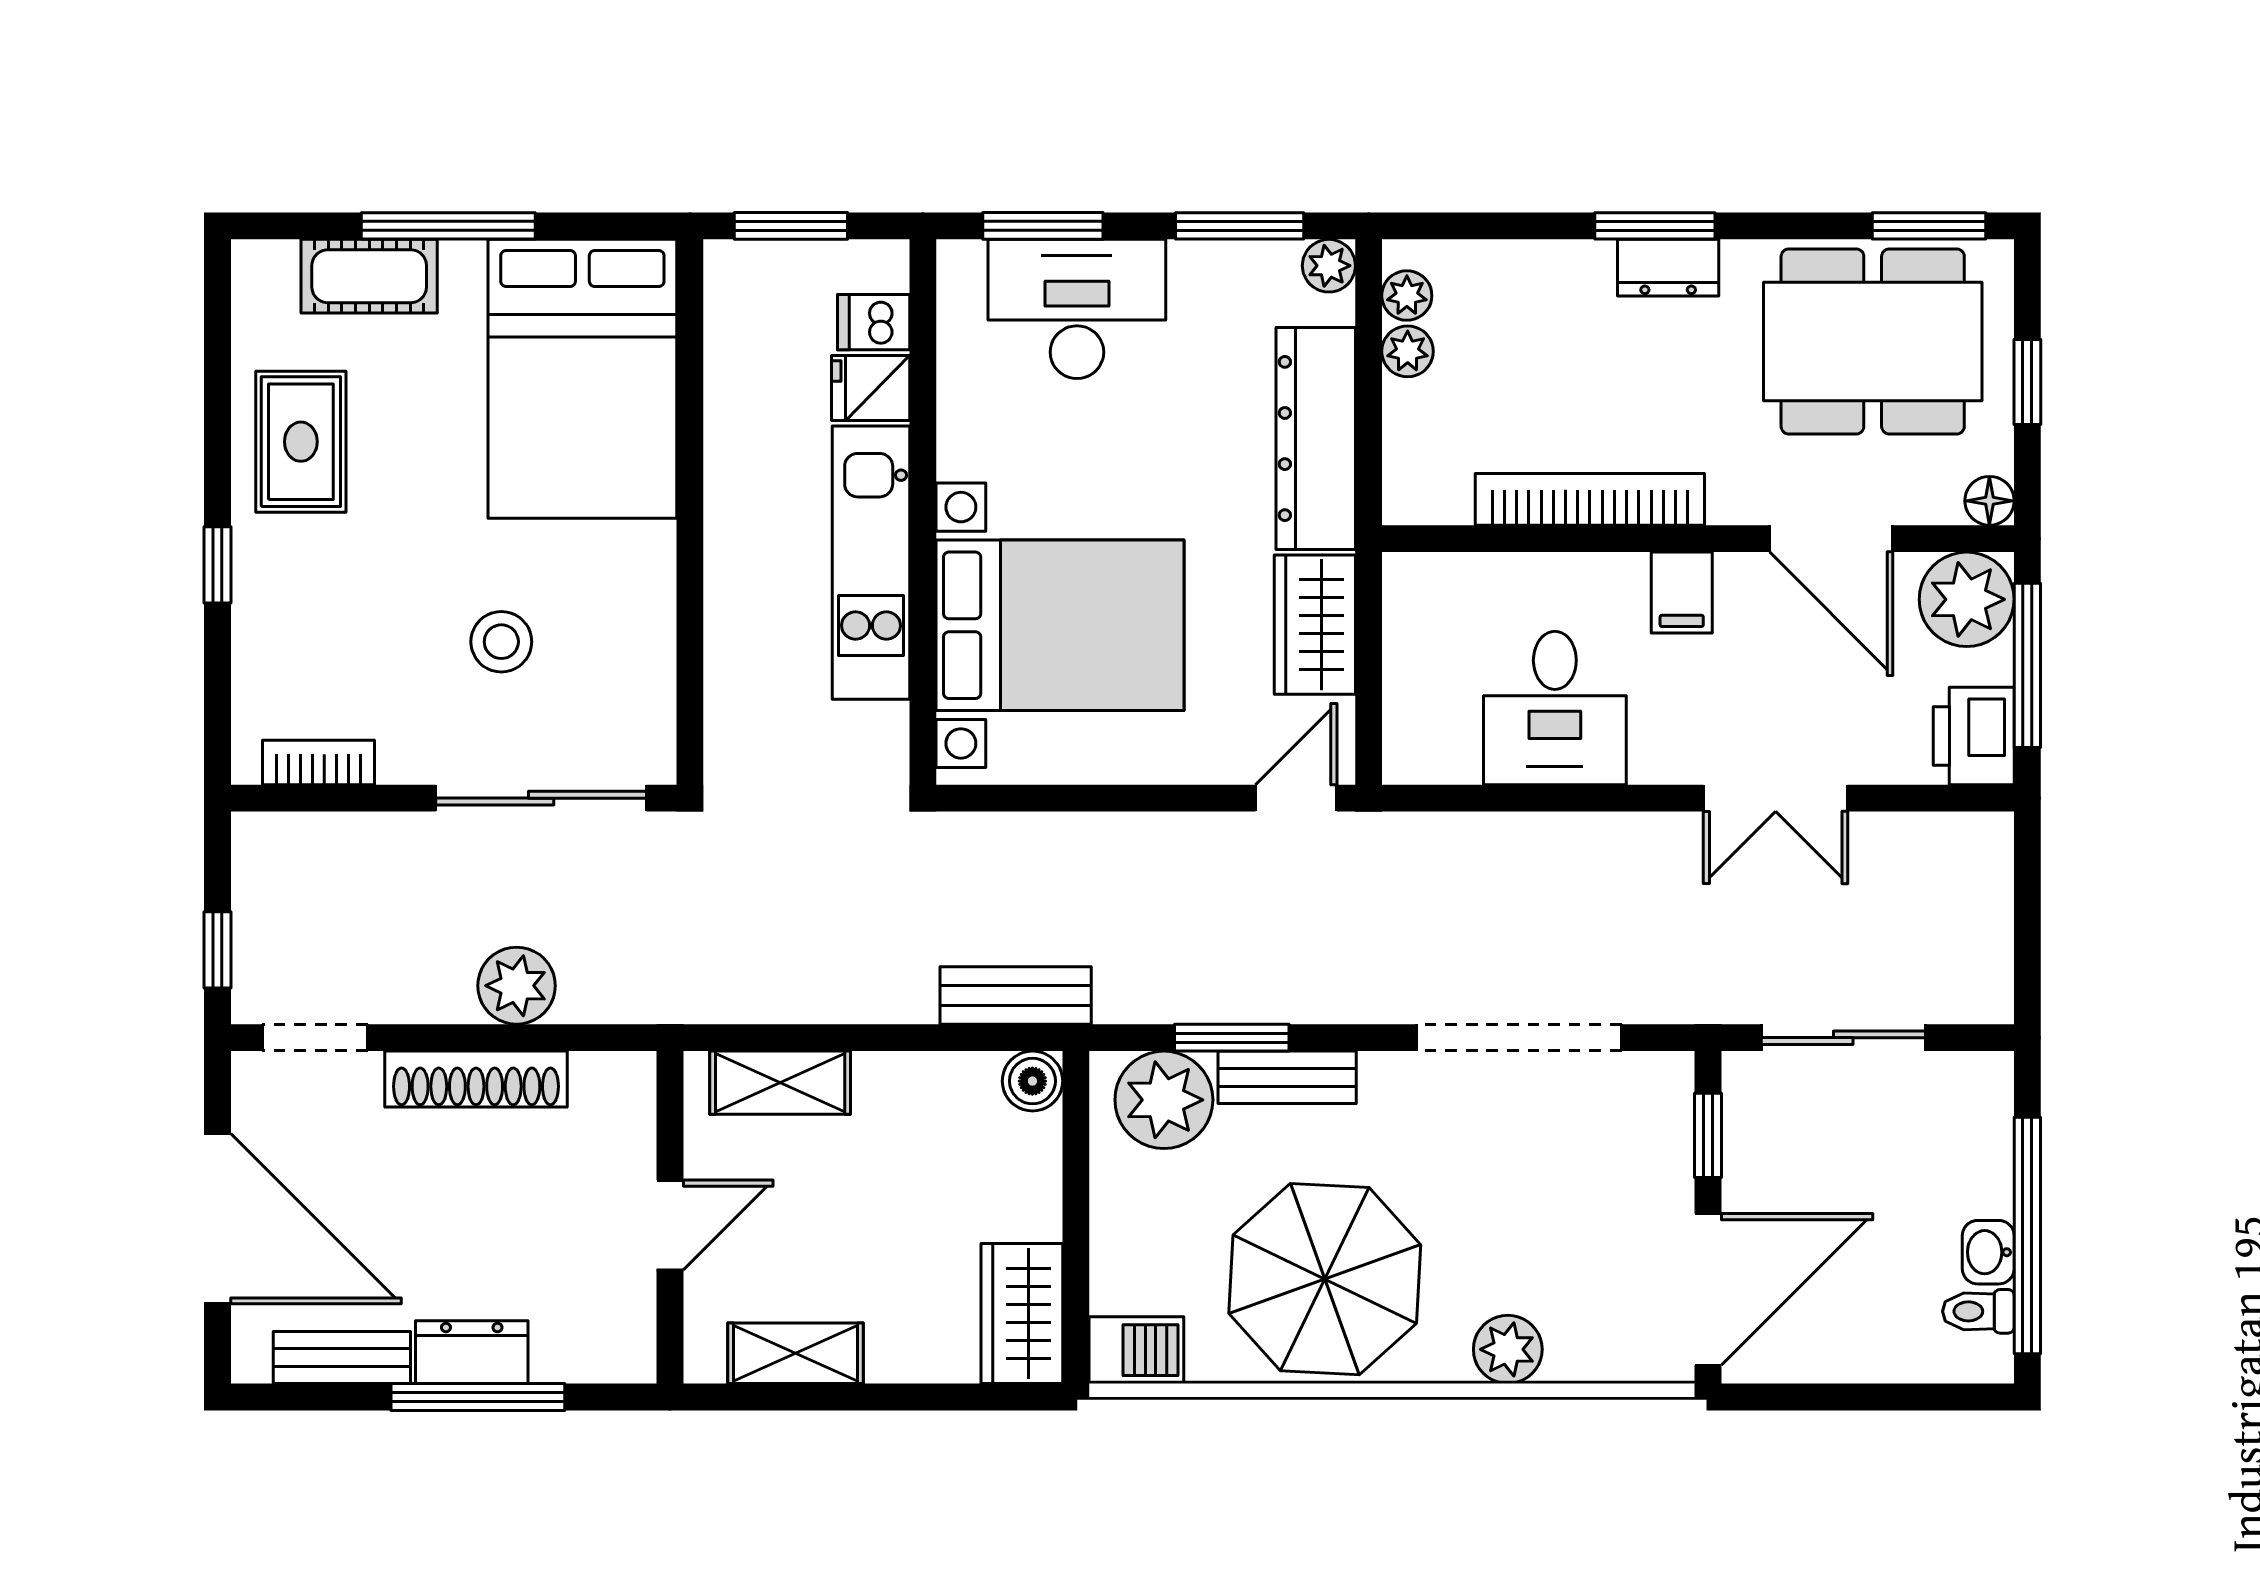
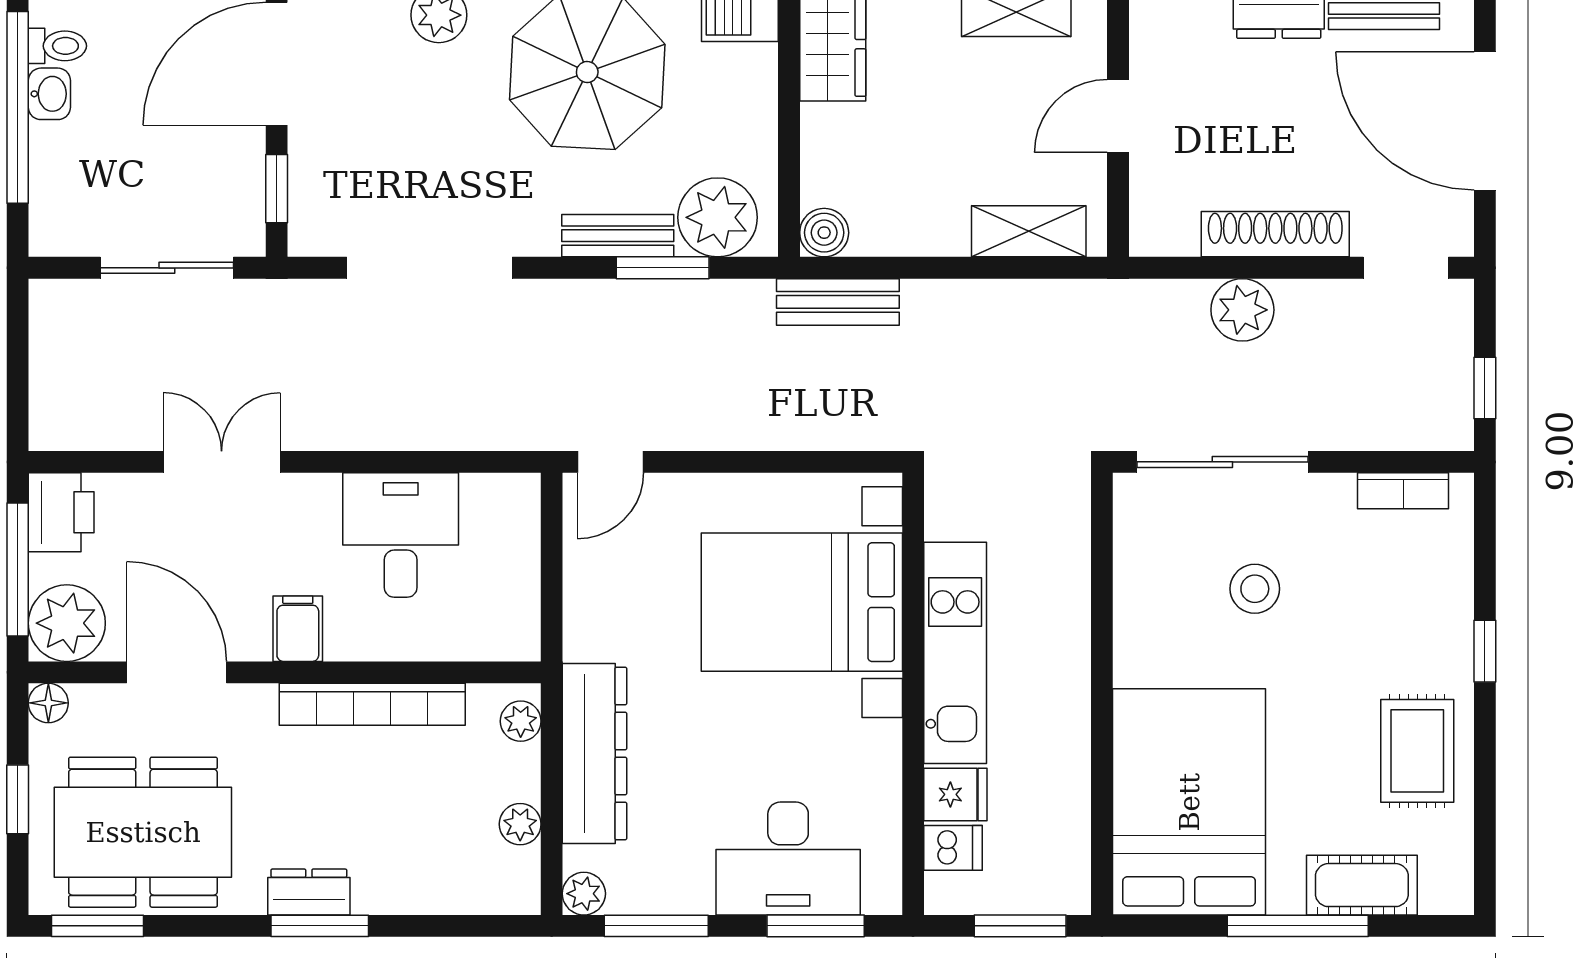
plant: (1407, 296) -> (521, 721), moved
wardrobe: (1315, 625) -> (595, 603), removed
window: (218, 950) -> (1485, 388), moved

